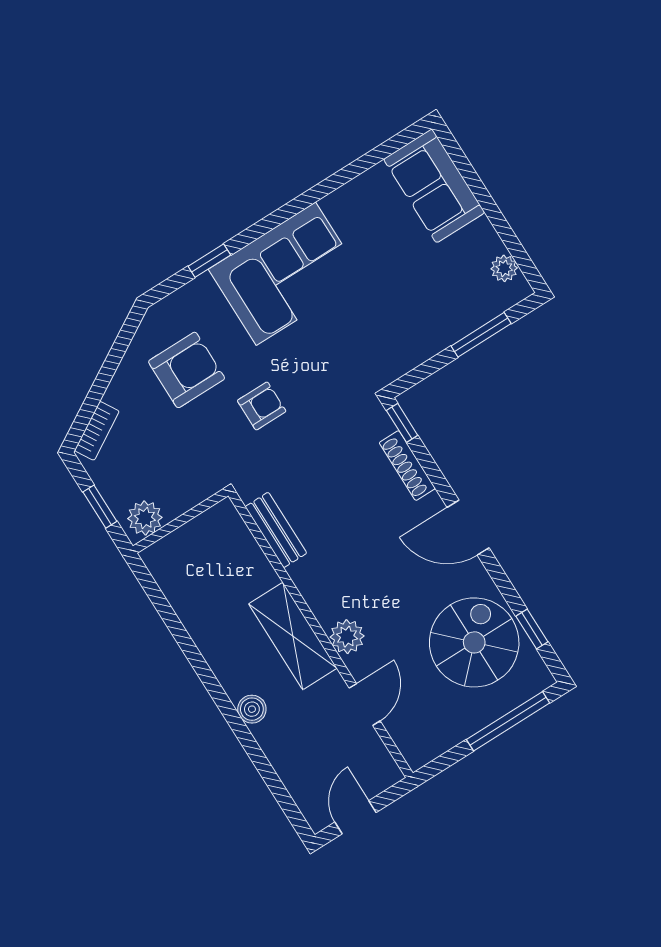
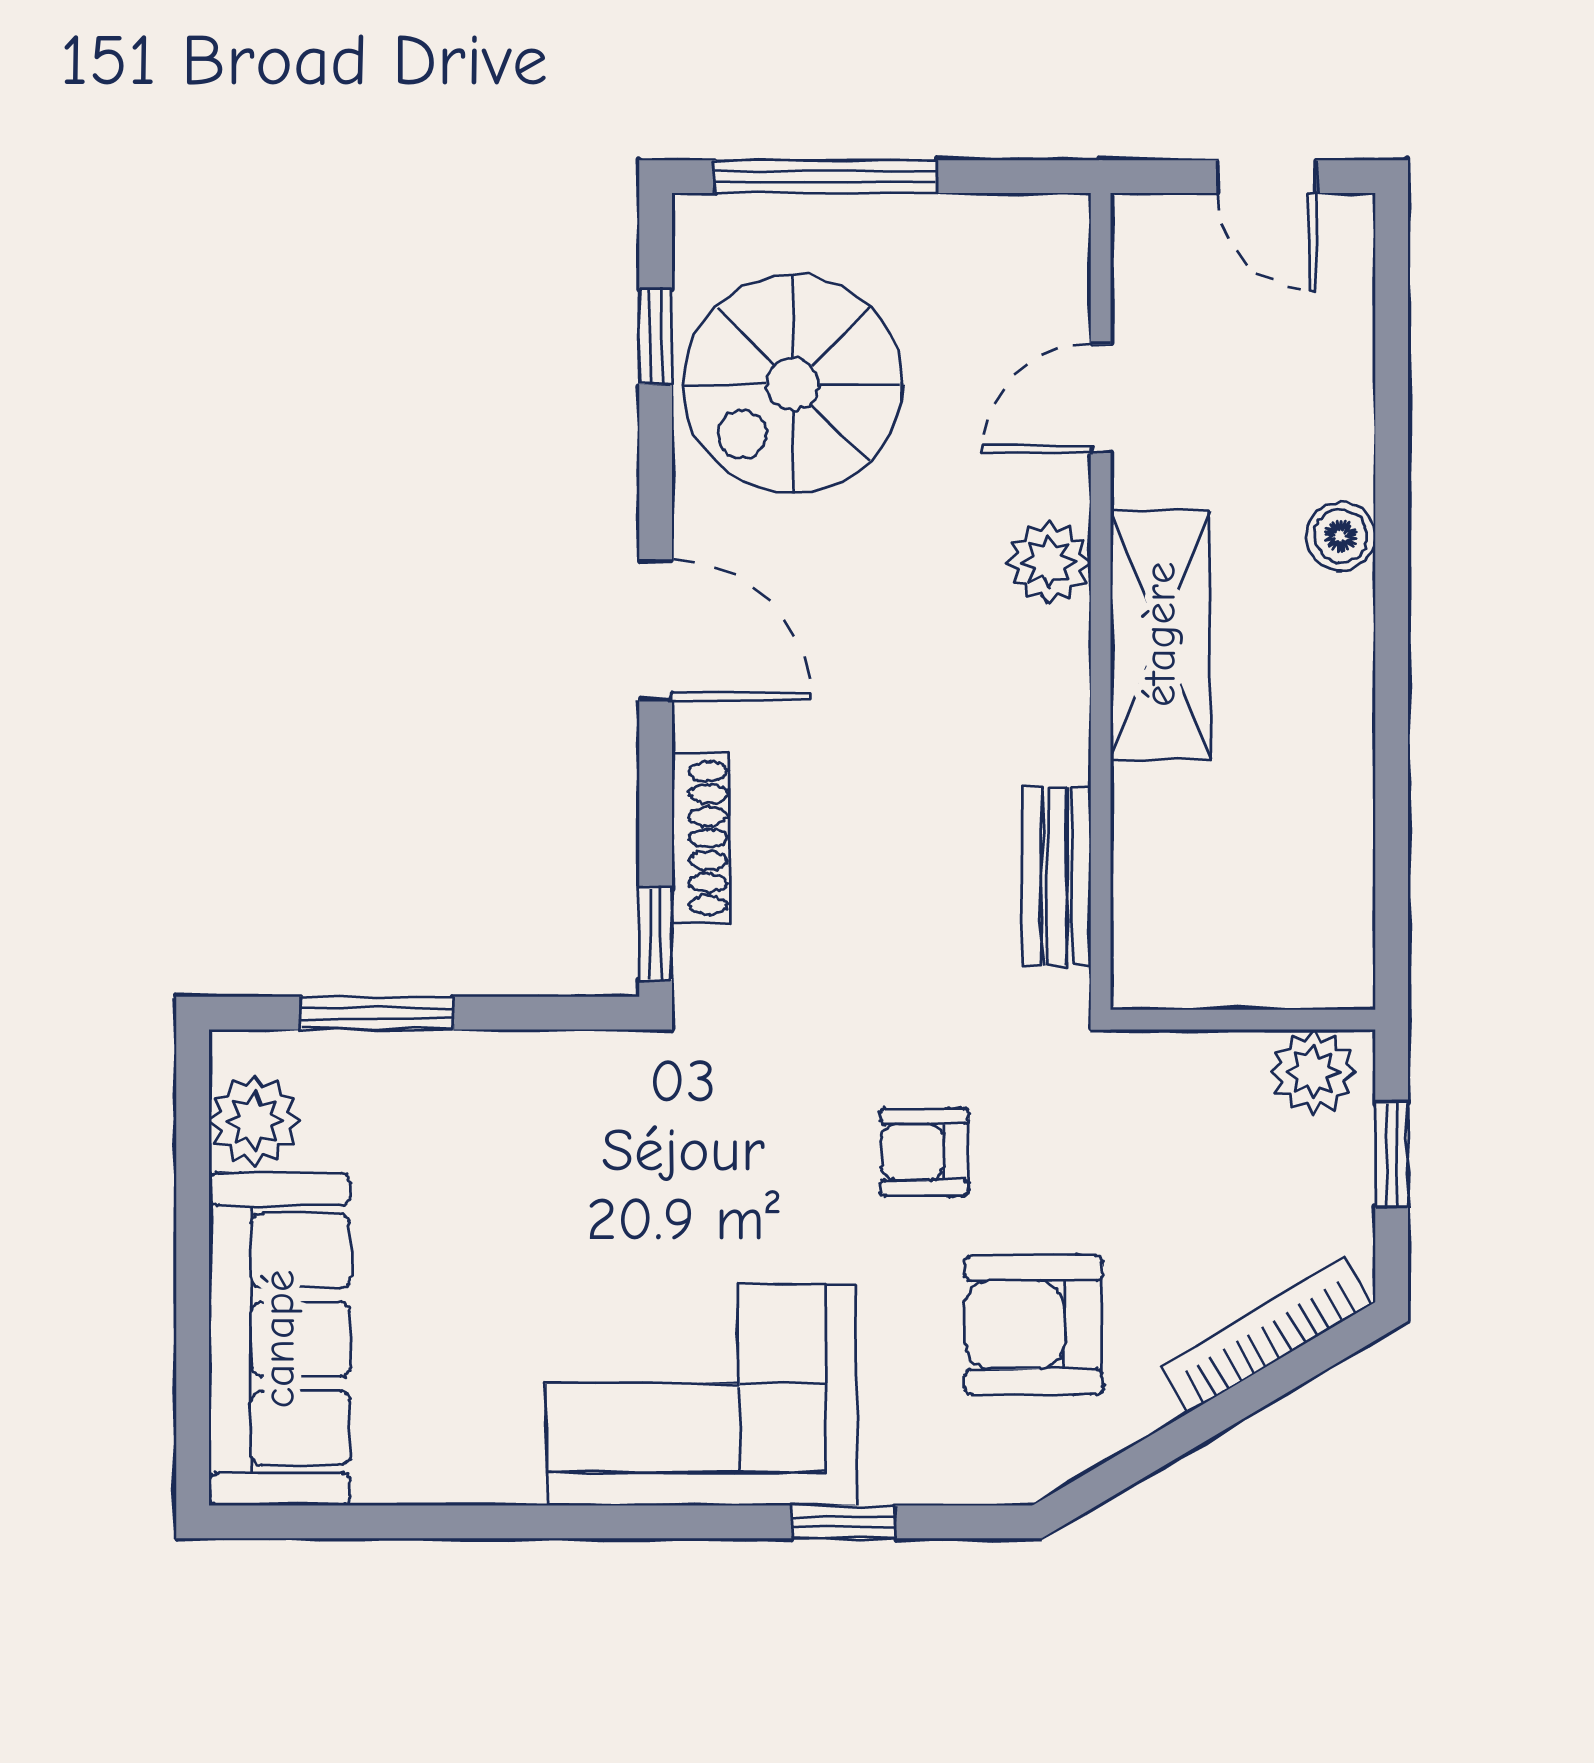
sofa: (434, 186) -> (279, 1339), width x1.36
plant: (504, 268) -> (255, 1121), width x1.38, depth x1.38
bookcase: (97, 431) -> (1266, 1335), width x1.56
door: (356, 817) -> (1267, 177), hinge flipped

